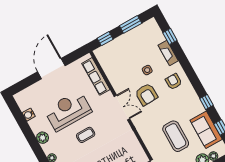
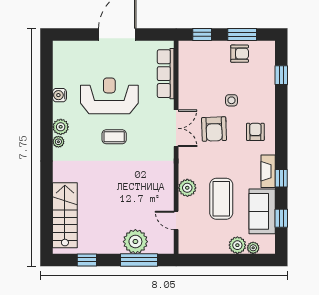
armchair: (136, 38) -> (240, 54), added
fireplace: (168, 53) -> (268, 171), moved
water cooler: (29, 115) -> (59, 95), moved
plant: (43, 138) -> (61, 127), moved
plant: (150, 141) -> (187, 188), added

